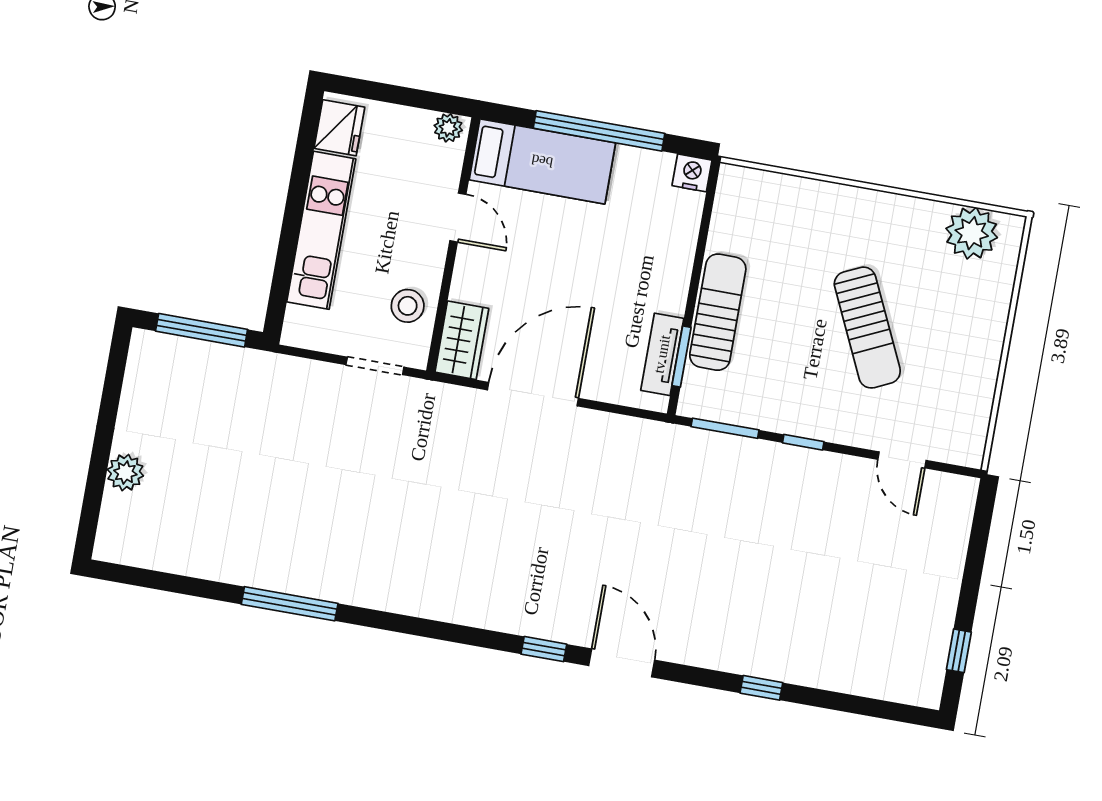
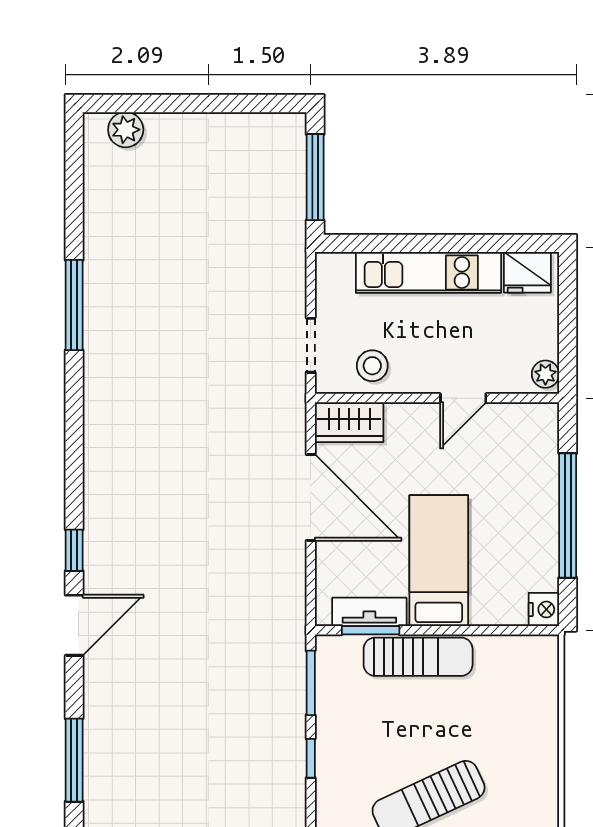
bed: (542, 161) -> (439, 561), moved, turned 180
plant: (125, 473) -> (126, 130), moved
window: (761, 688) -> (74, 760), width x2.17

